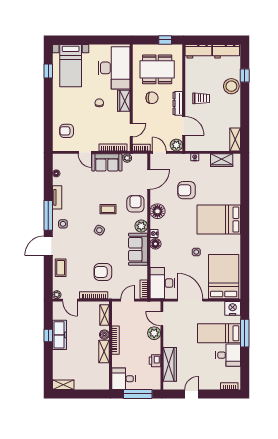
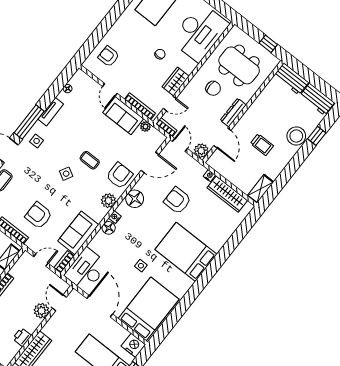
trolley: (201, 98) -> (262, 145), moved
wardrobe: (124, 101) -> (176, 82), moved
wardrobe: (222, 160) -> (227, 194), width x1.50
sofa: (138, 249) -> (78, 233), moved

